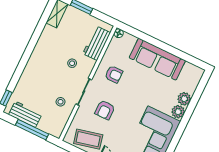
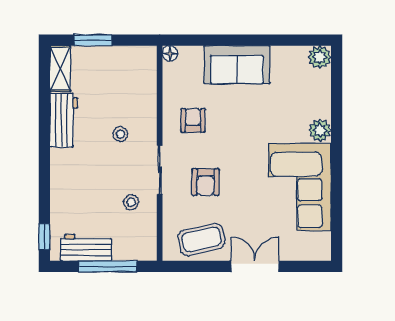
workbench: (97, 43) -> (64, 120), moved, turned 180
sofa: (157, 59) -> (237, 65), width x0.73
armchair: (114, 74) -> (193, 120), turned -90
plant: (184, 99) -> (320, 57), moved

